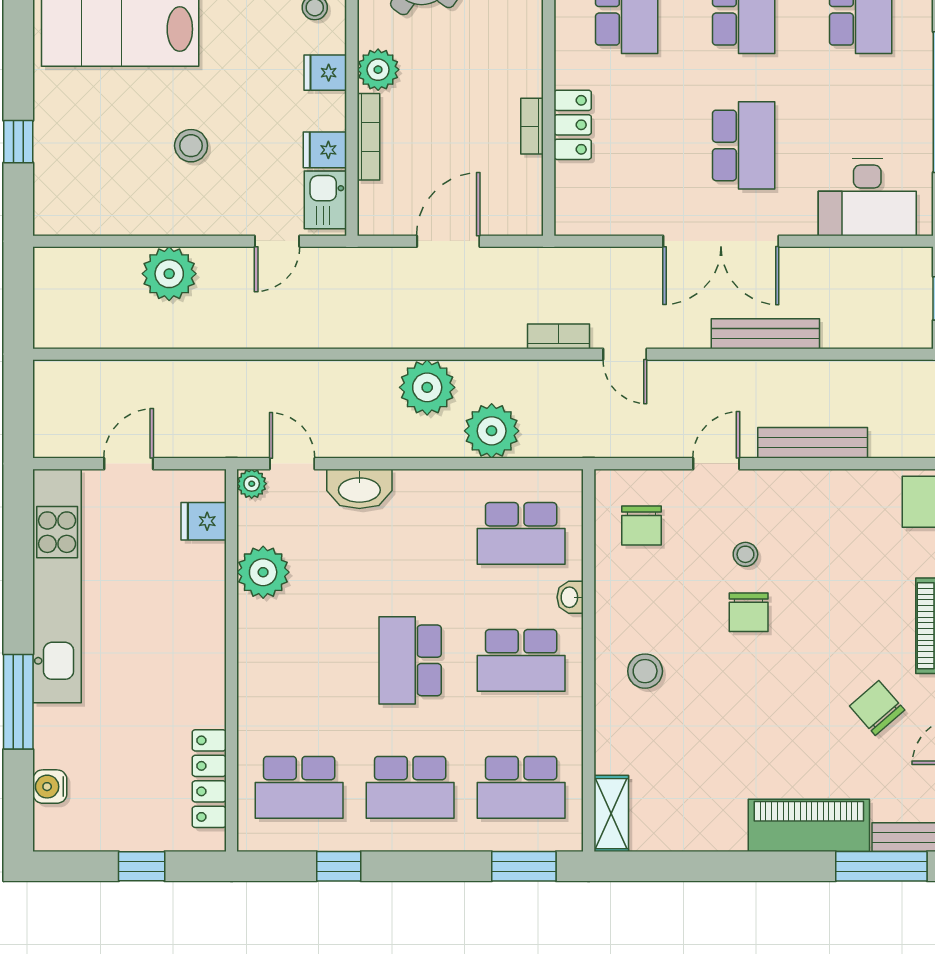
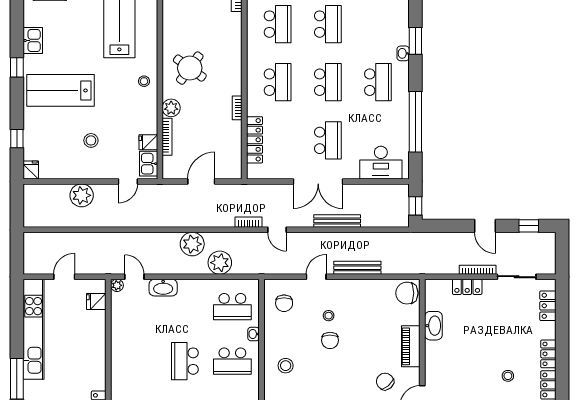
fridge: (325, 73) -> (31, 170), moved, turned 90
locker: (573, 125) -> (255, 140), width x1.53
bookcase: (532, 126) -> (237, 108), moved
plant: (263, 572) -> (122, 323), removed

